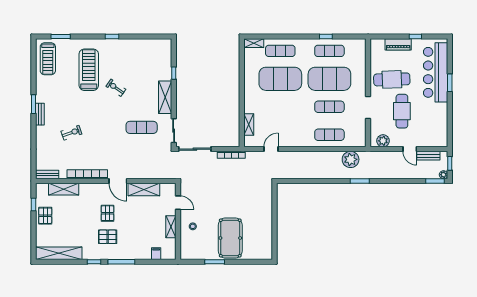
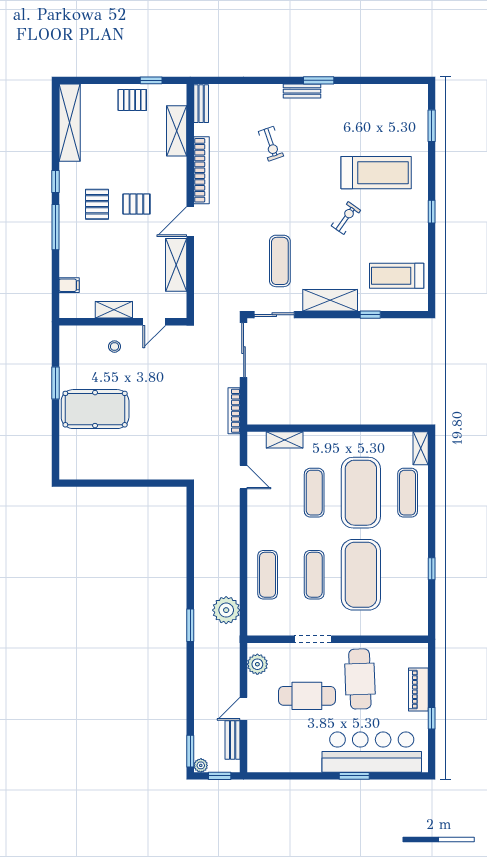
exercise mat: (329, 51) -> (314, 493), moved
treadmill: (48, 59) -> (397, 276), moved

